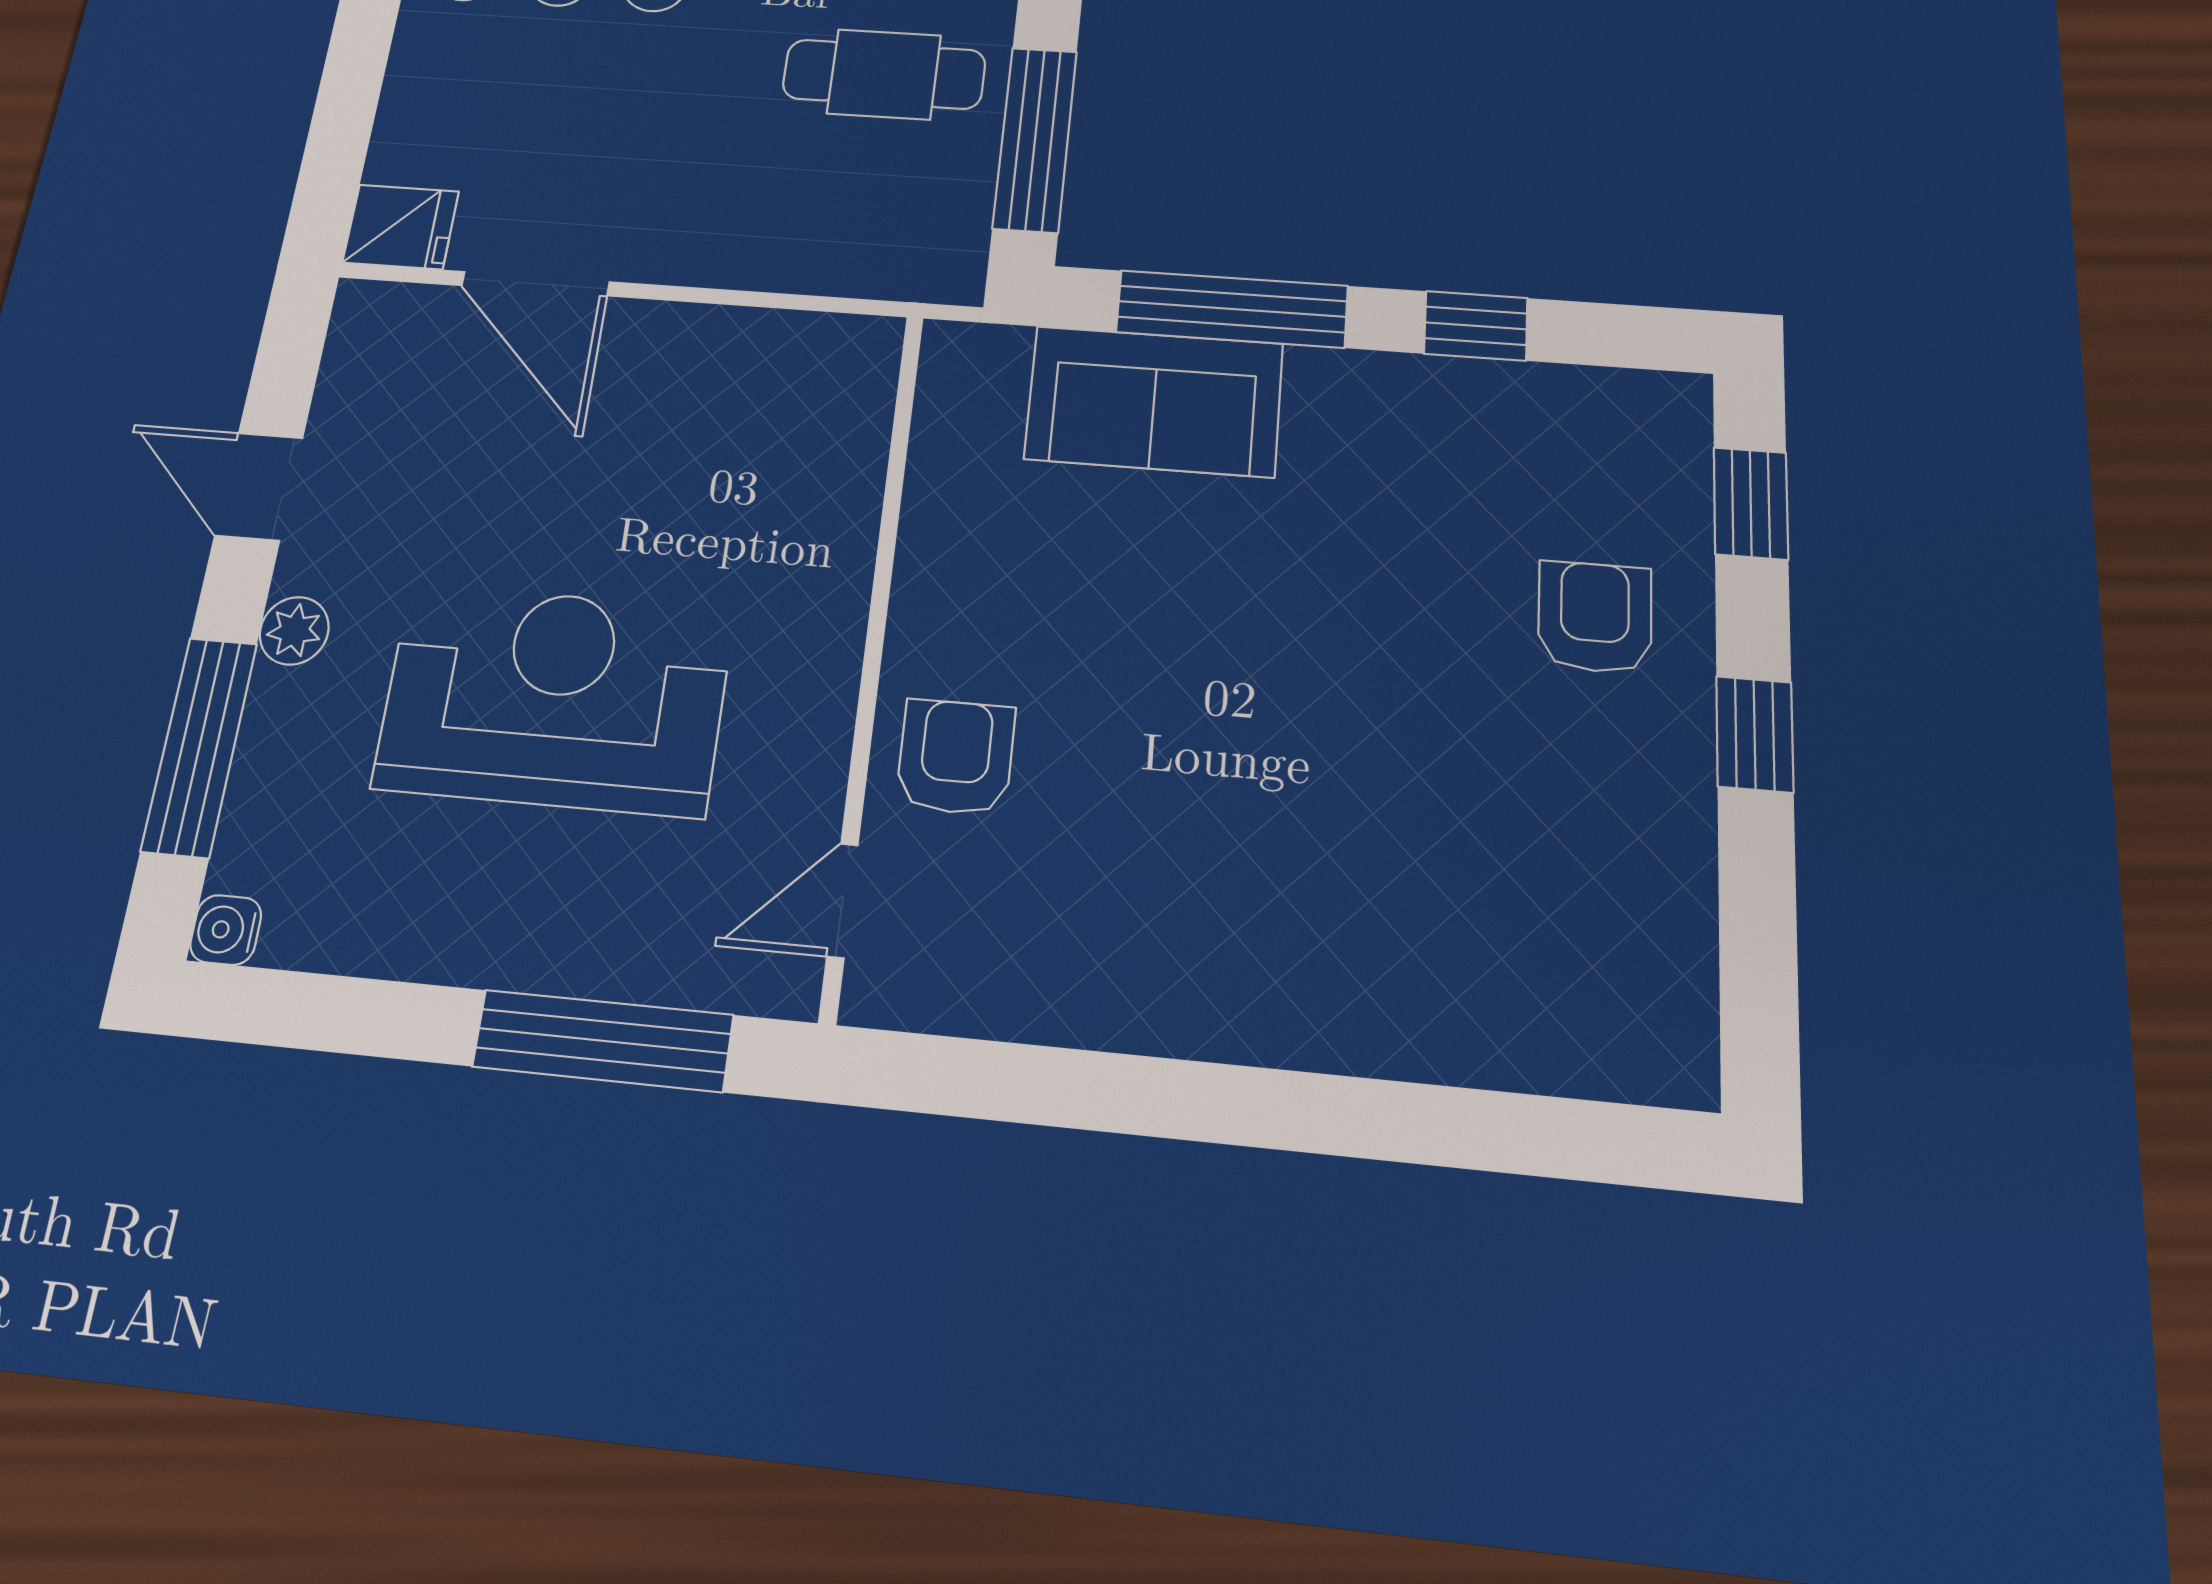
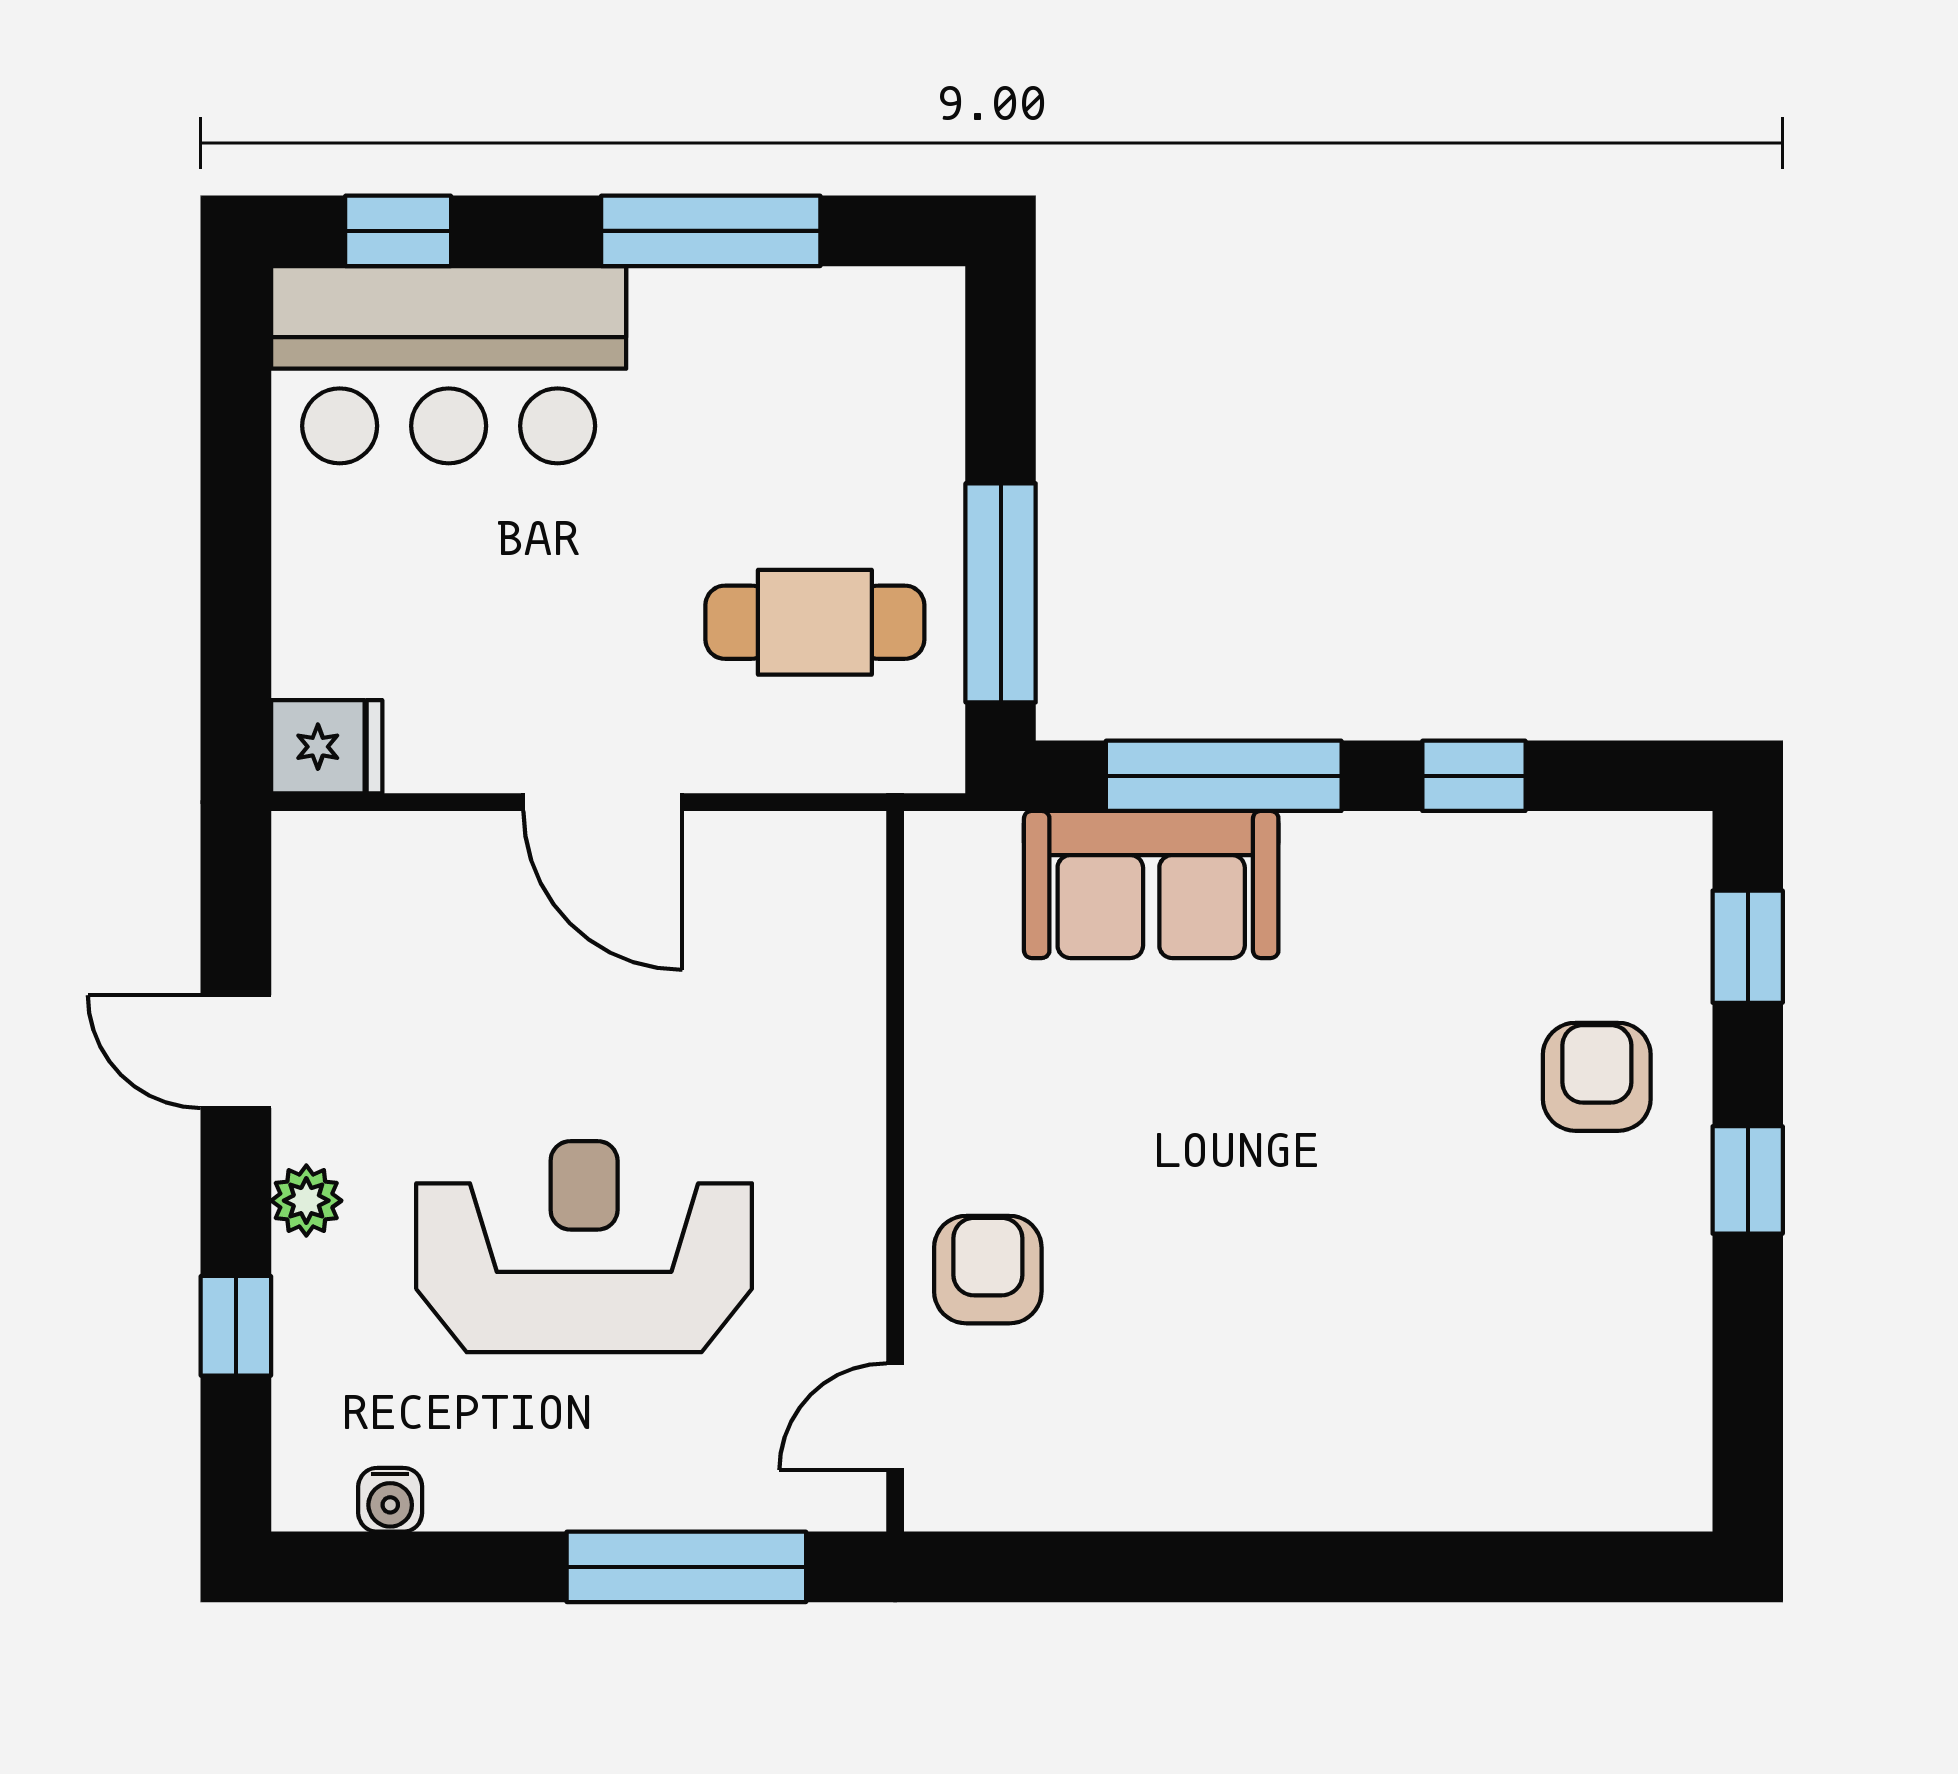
cafe table: (884, 74) -> (815, 622), moved
door: (535, 284) -> (603, 802), moved
window: (199, 747) -> (236, 1326), width x0.46
water cooler: (226, 930) -> (390, 1500), moved, turned -90

